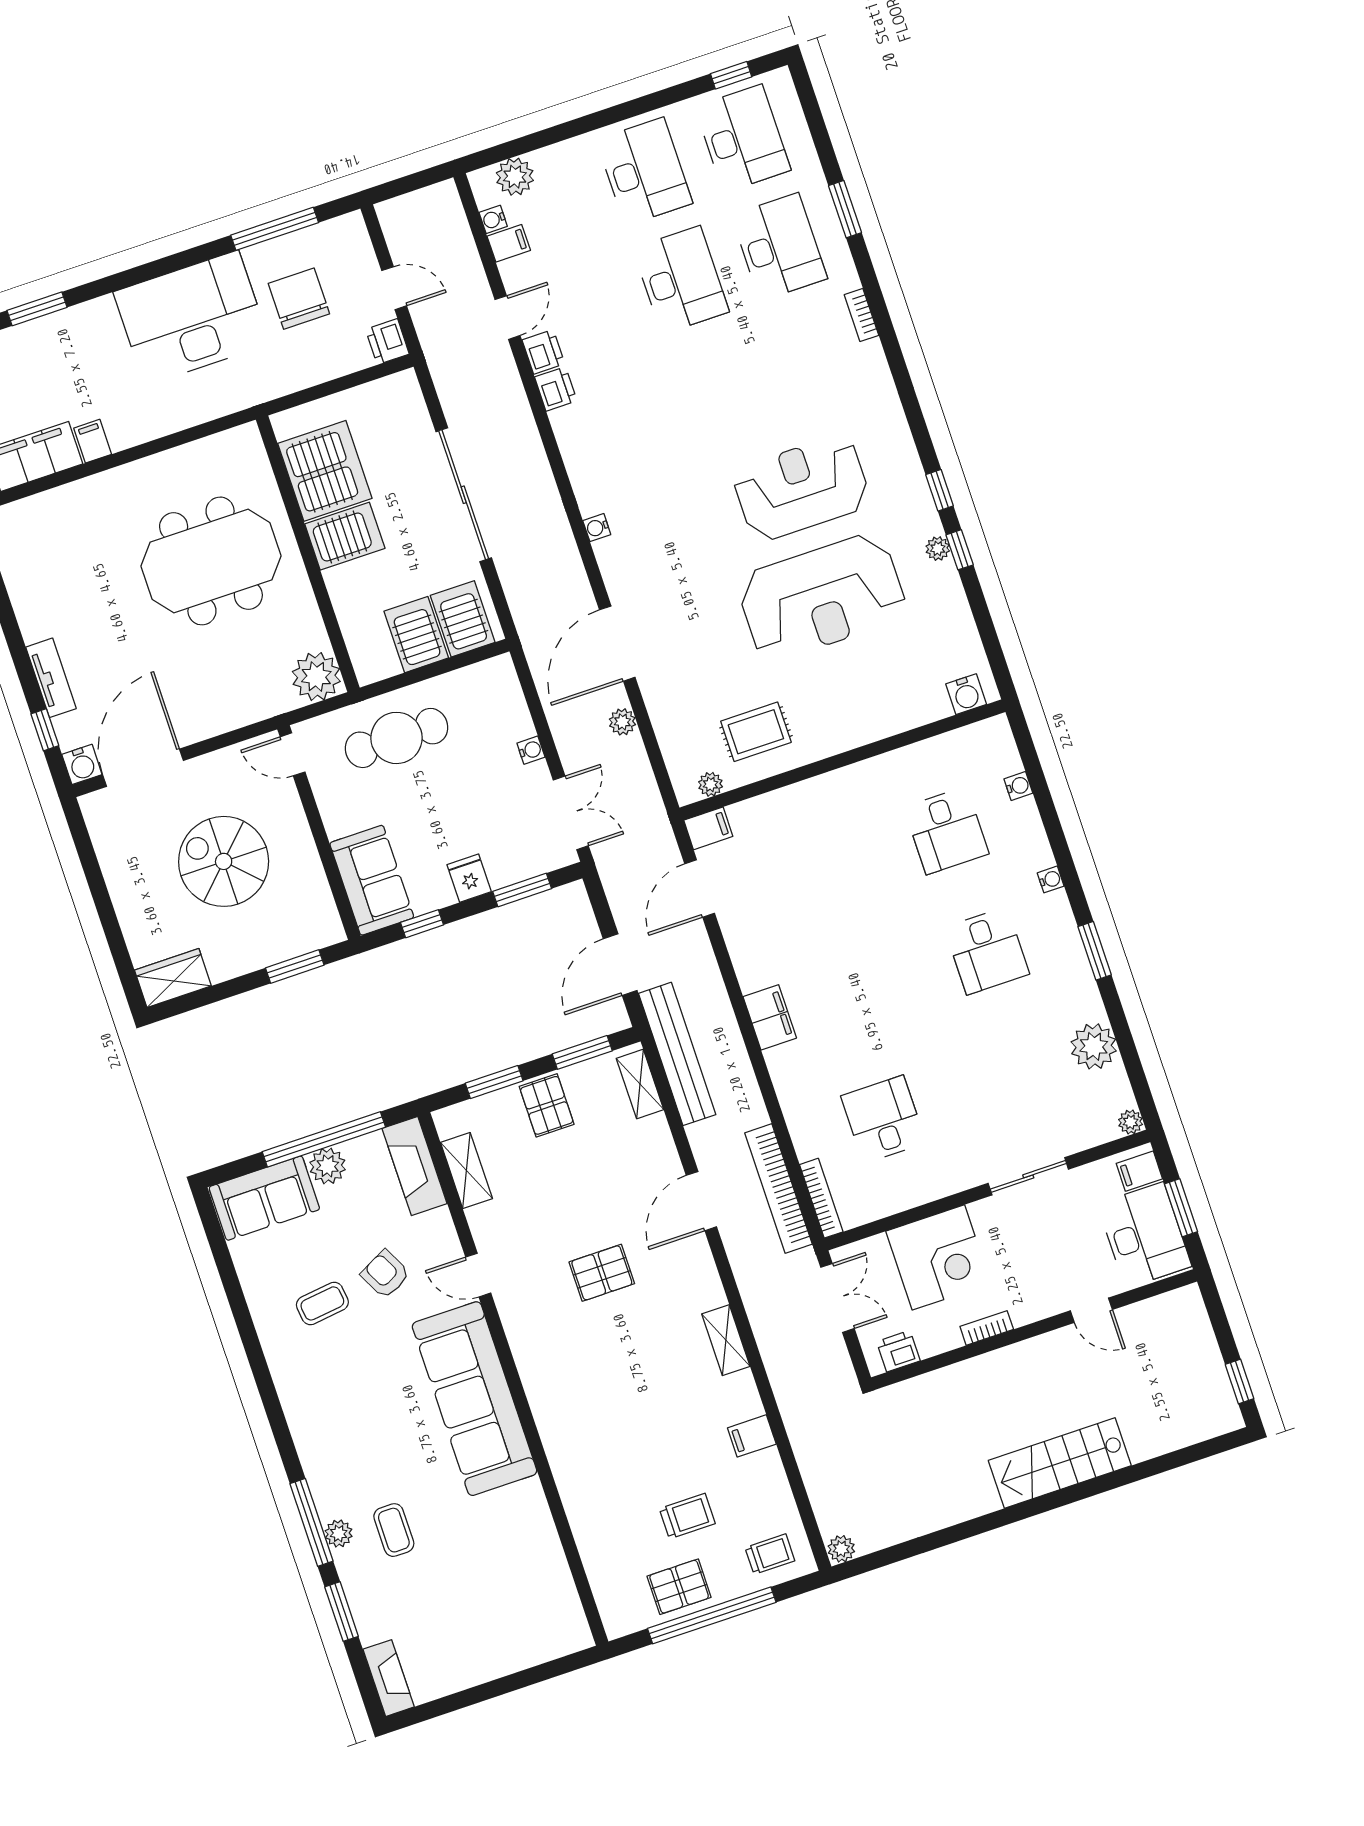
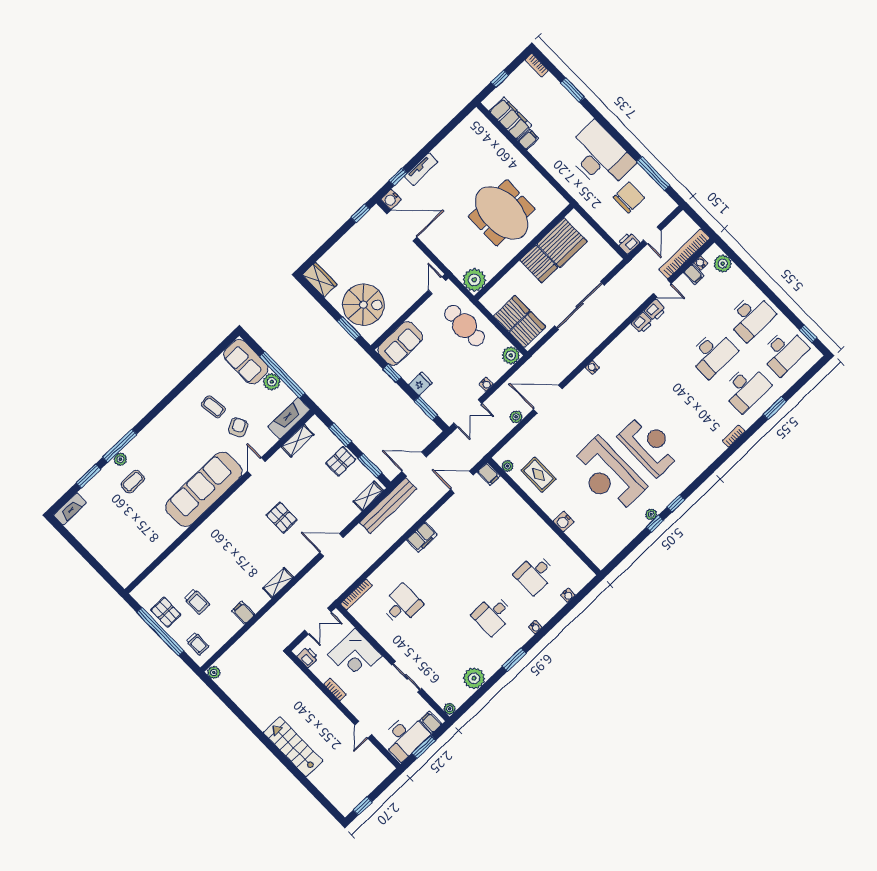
plant: (498, 675) -> (511, 355), added
water cooler: (966, 694) -> (564, 522), moved
window: (81, 837) -> (360, 213), added
spiral stairs: (224, 861) -> (363, 305), moved, turned 90
bookcase: (778, 1188) -> (684, 254), moved

